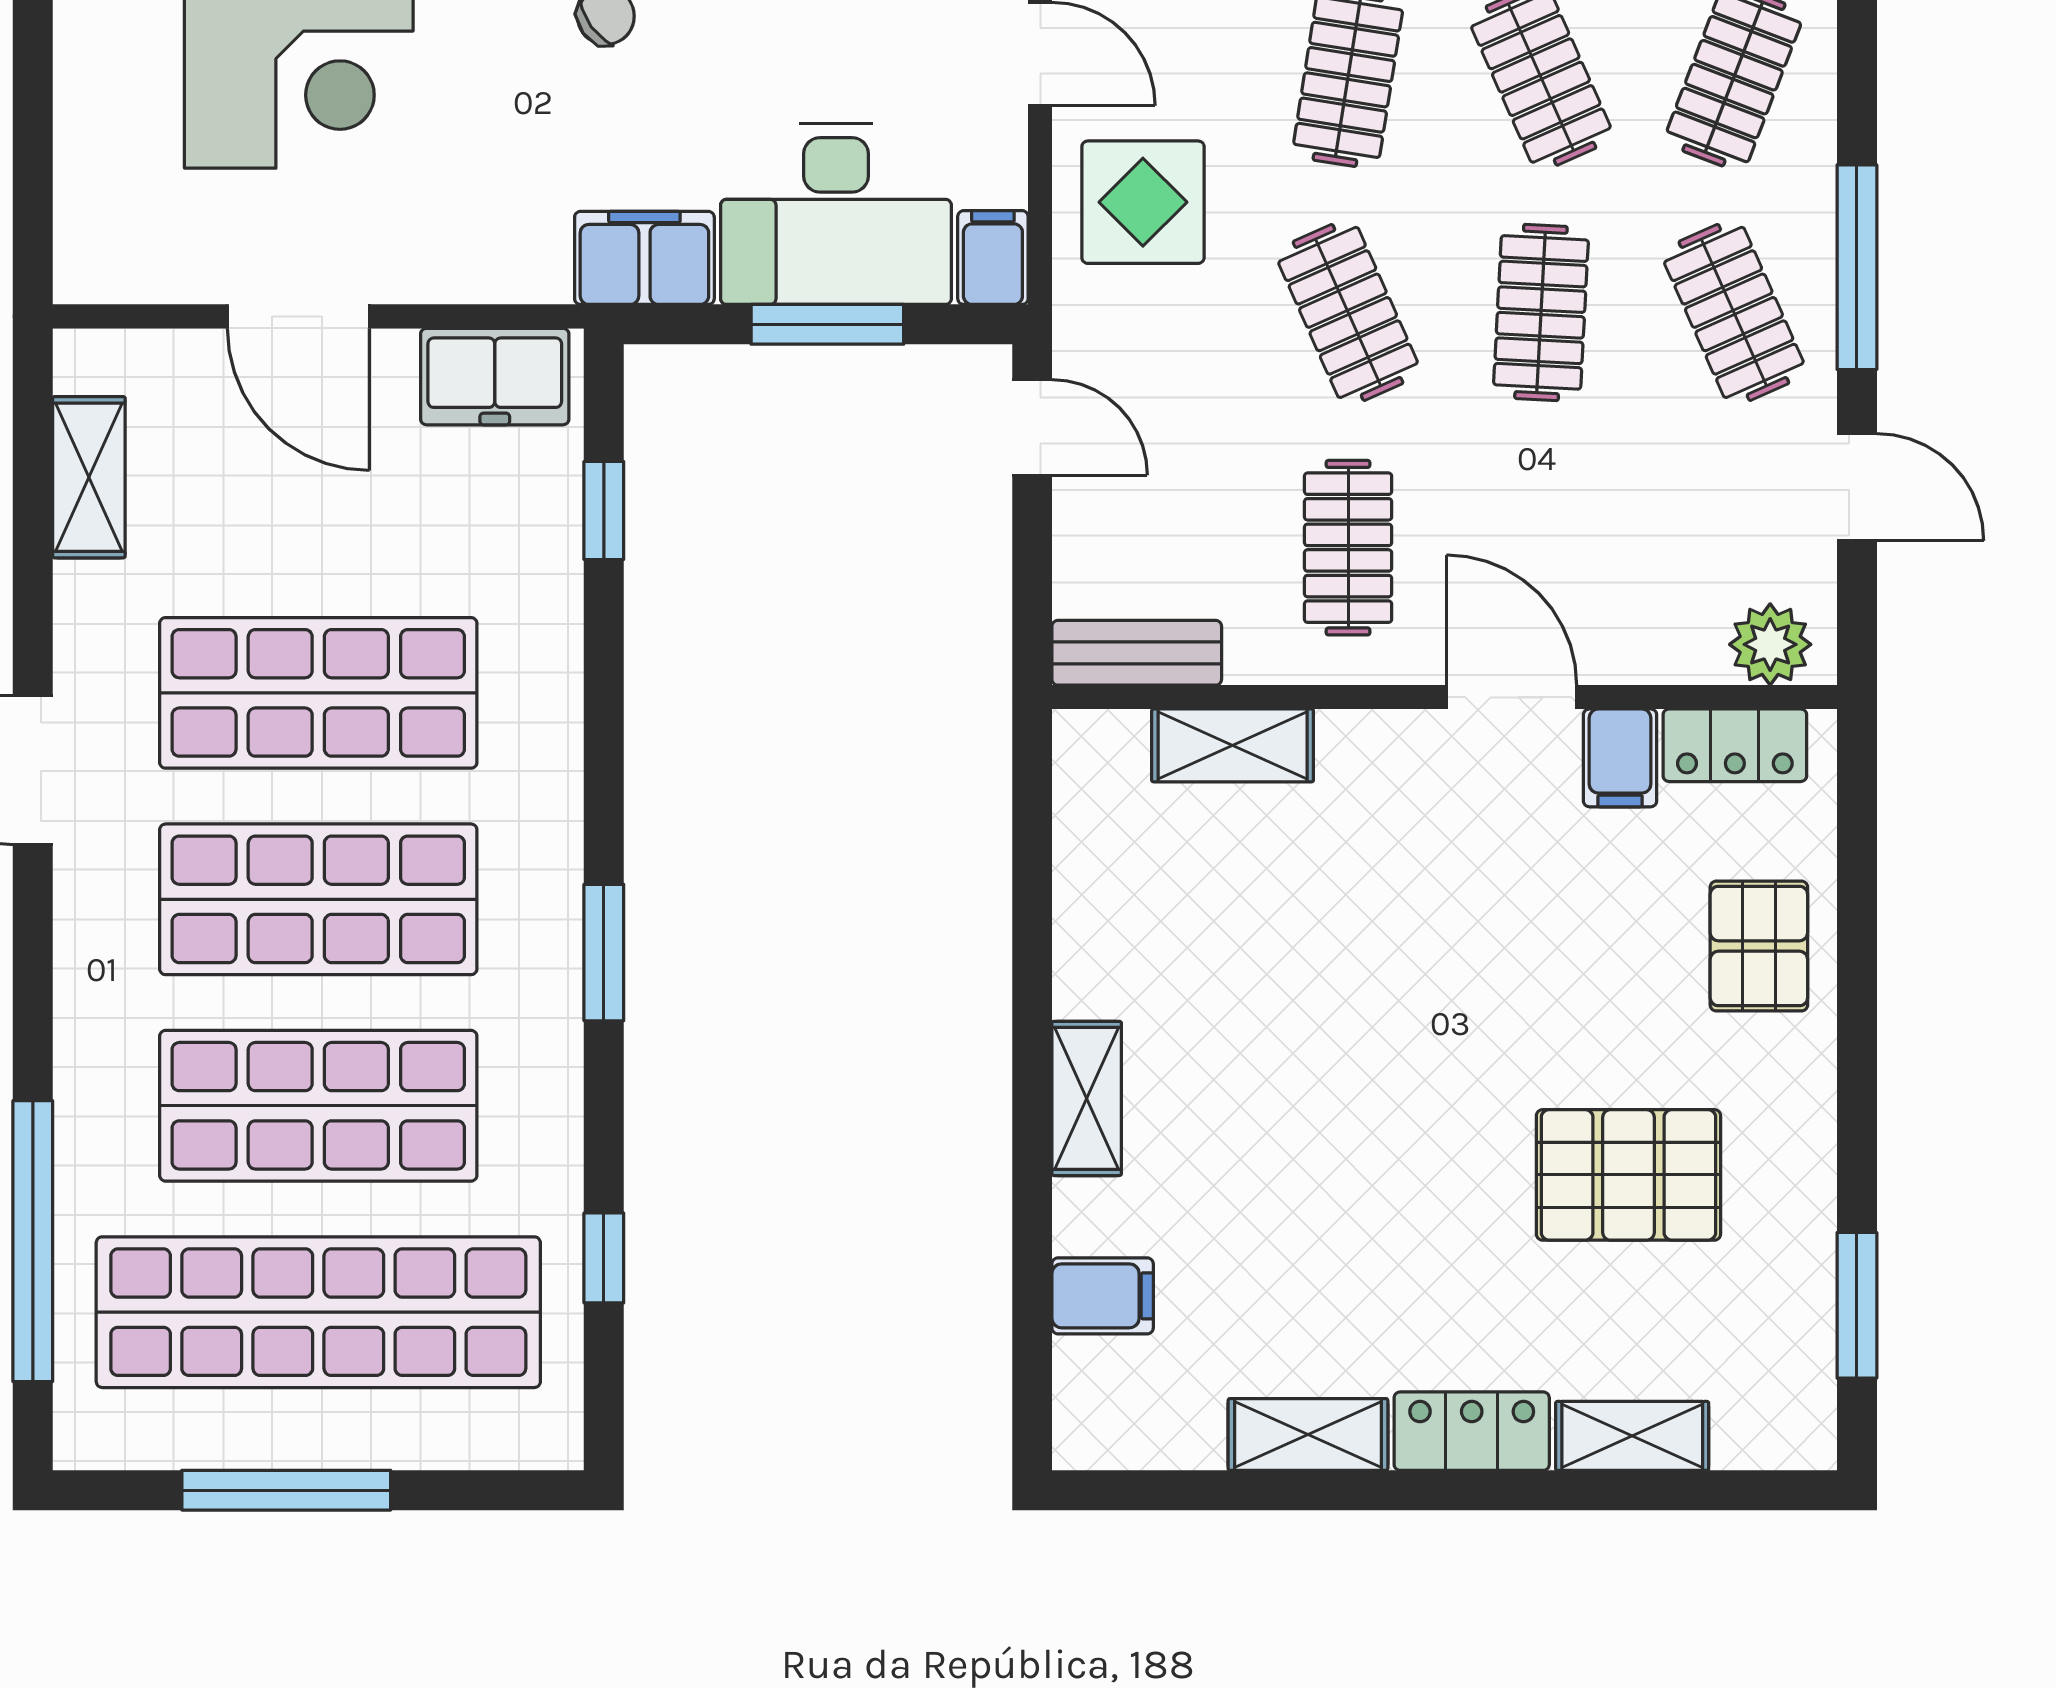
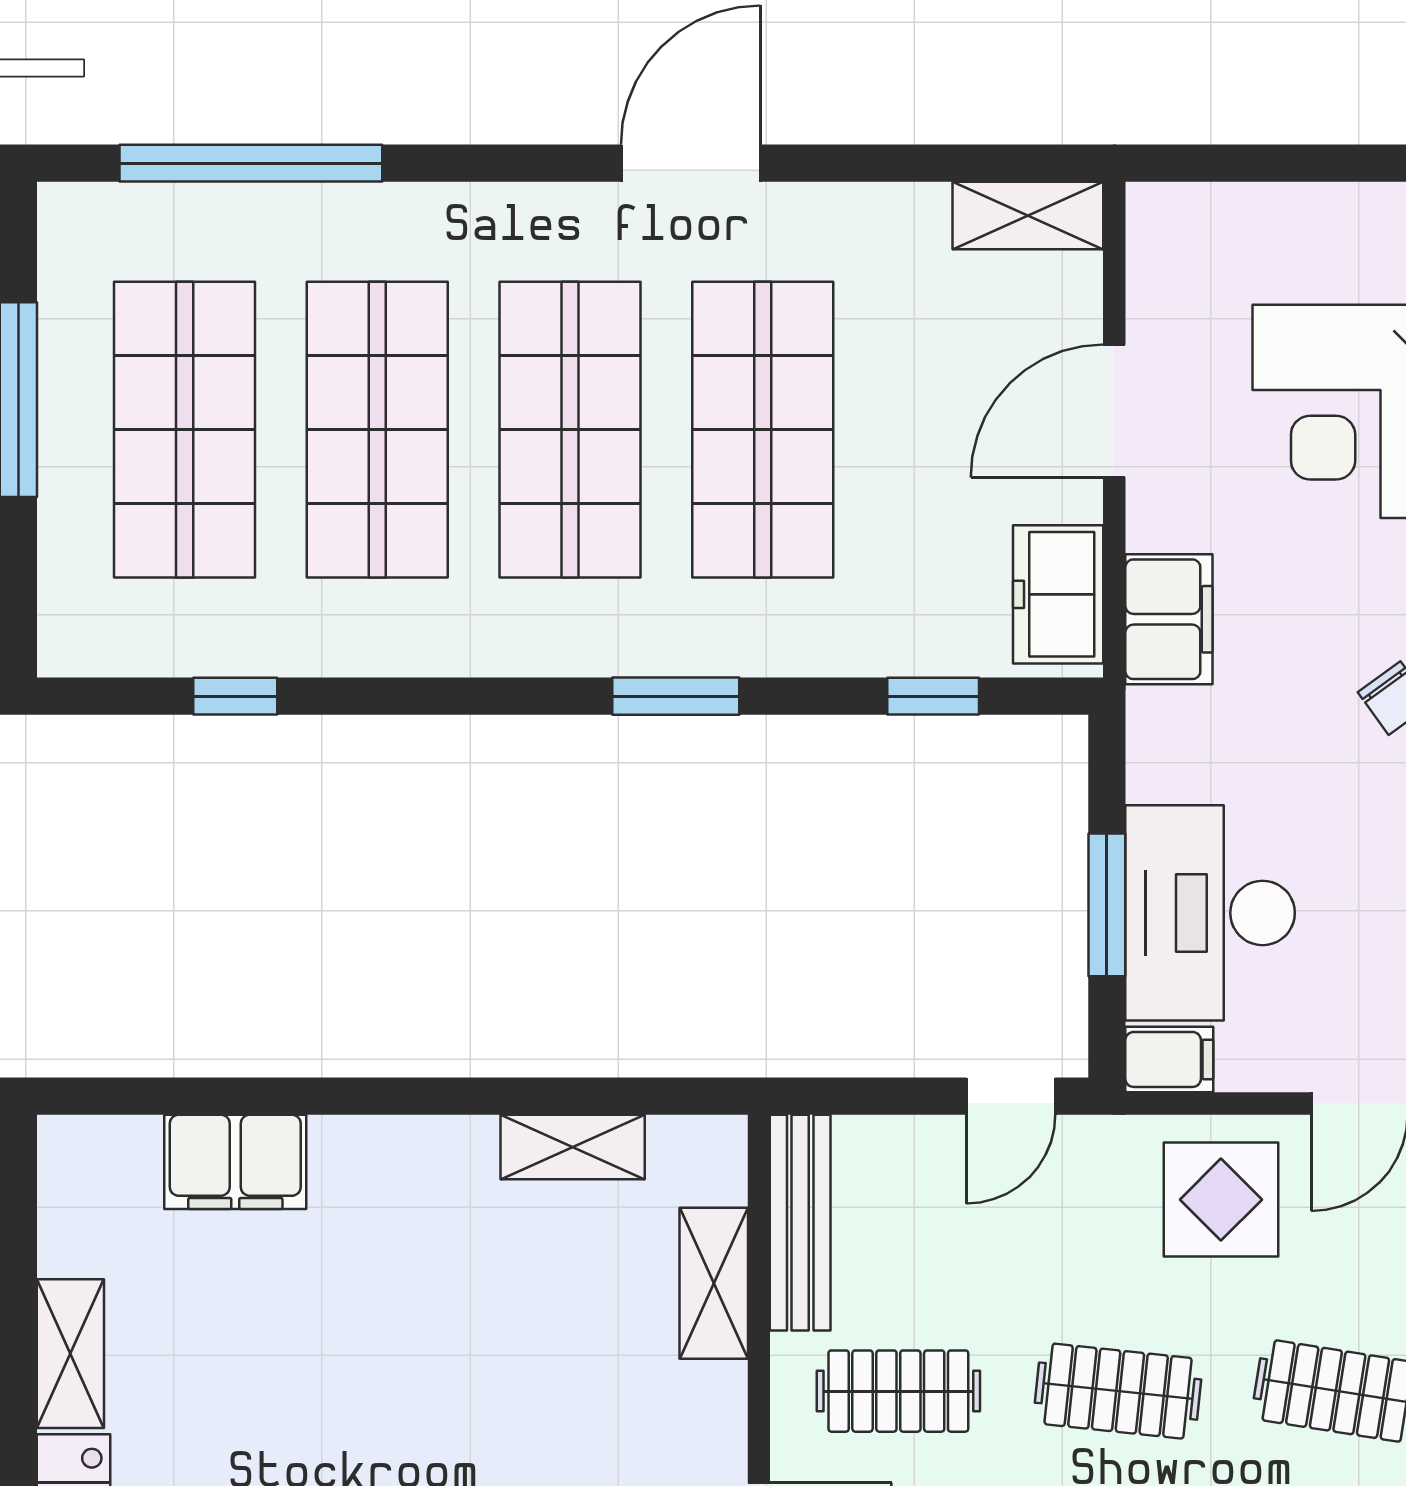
filing cabinet: (644, 258) -> (1169, 619), moved
clothes rail: (1348, 312) -> (1118, 1391), turned 30
shelving: (89, 477) -> (1028, 215), moved
bench: (1137, 653) -> (800, 1223), width x1.36
window: (604, 953) -> (676, 696), moved
shelving: (1087, 1098) -> (573, 1147), moved
filing cabinet: (1103, 1296) -> (235, 1162), width x2.00
shop shelf: (318, 1312) -> (185, 430), width x0.71

